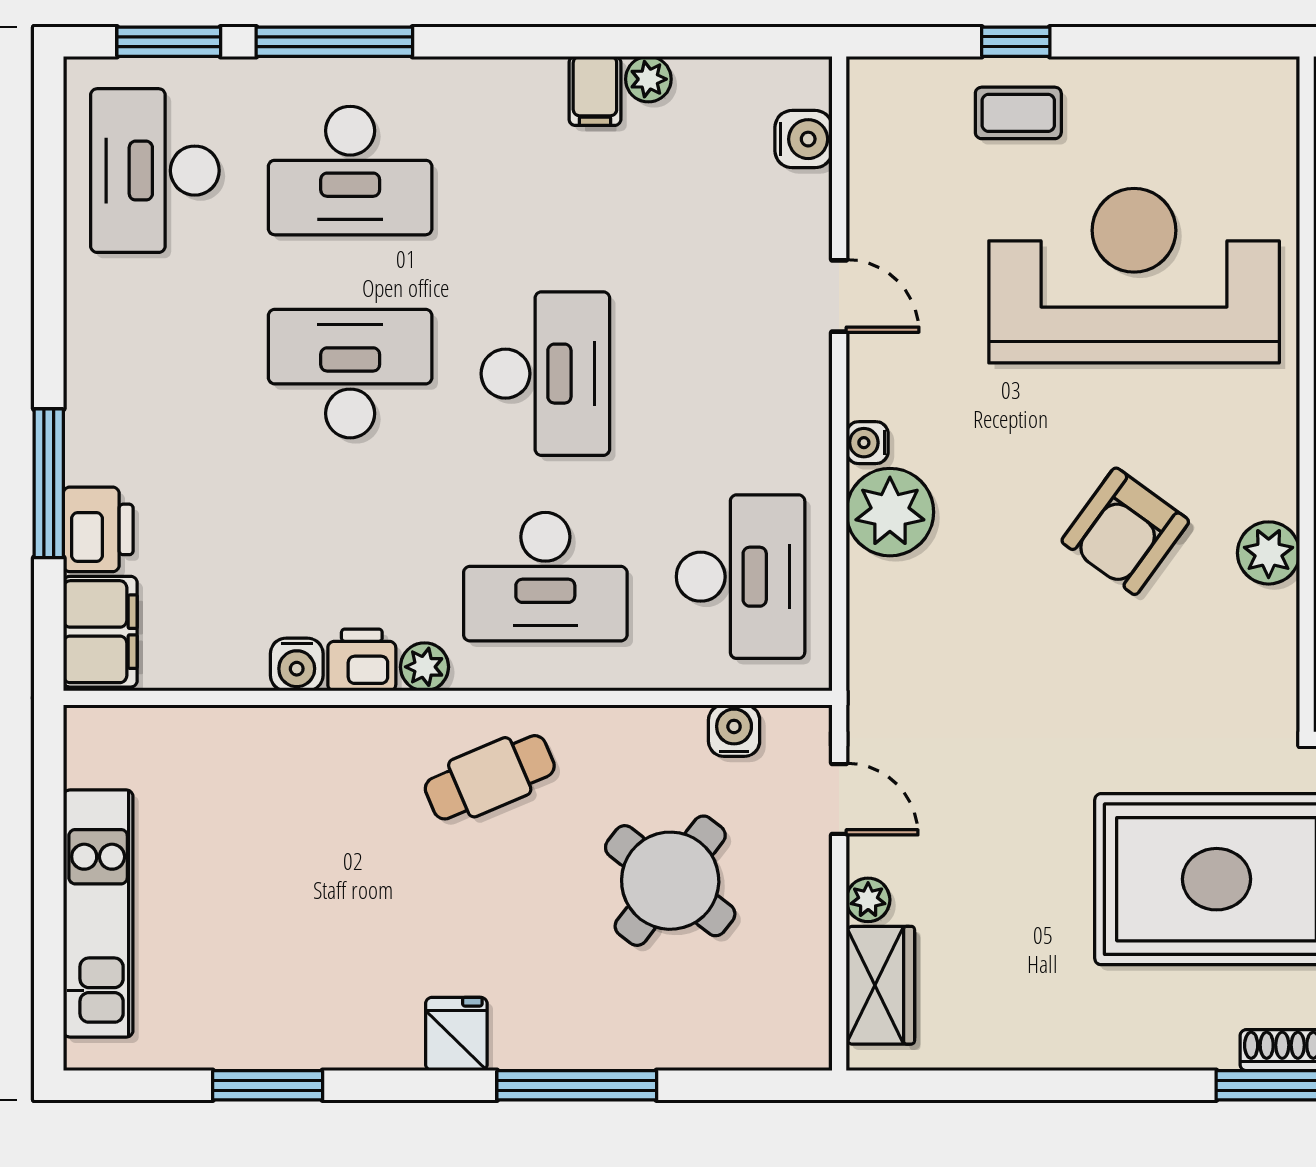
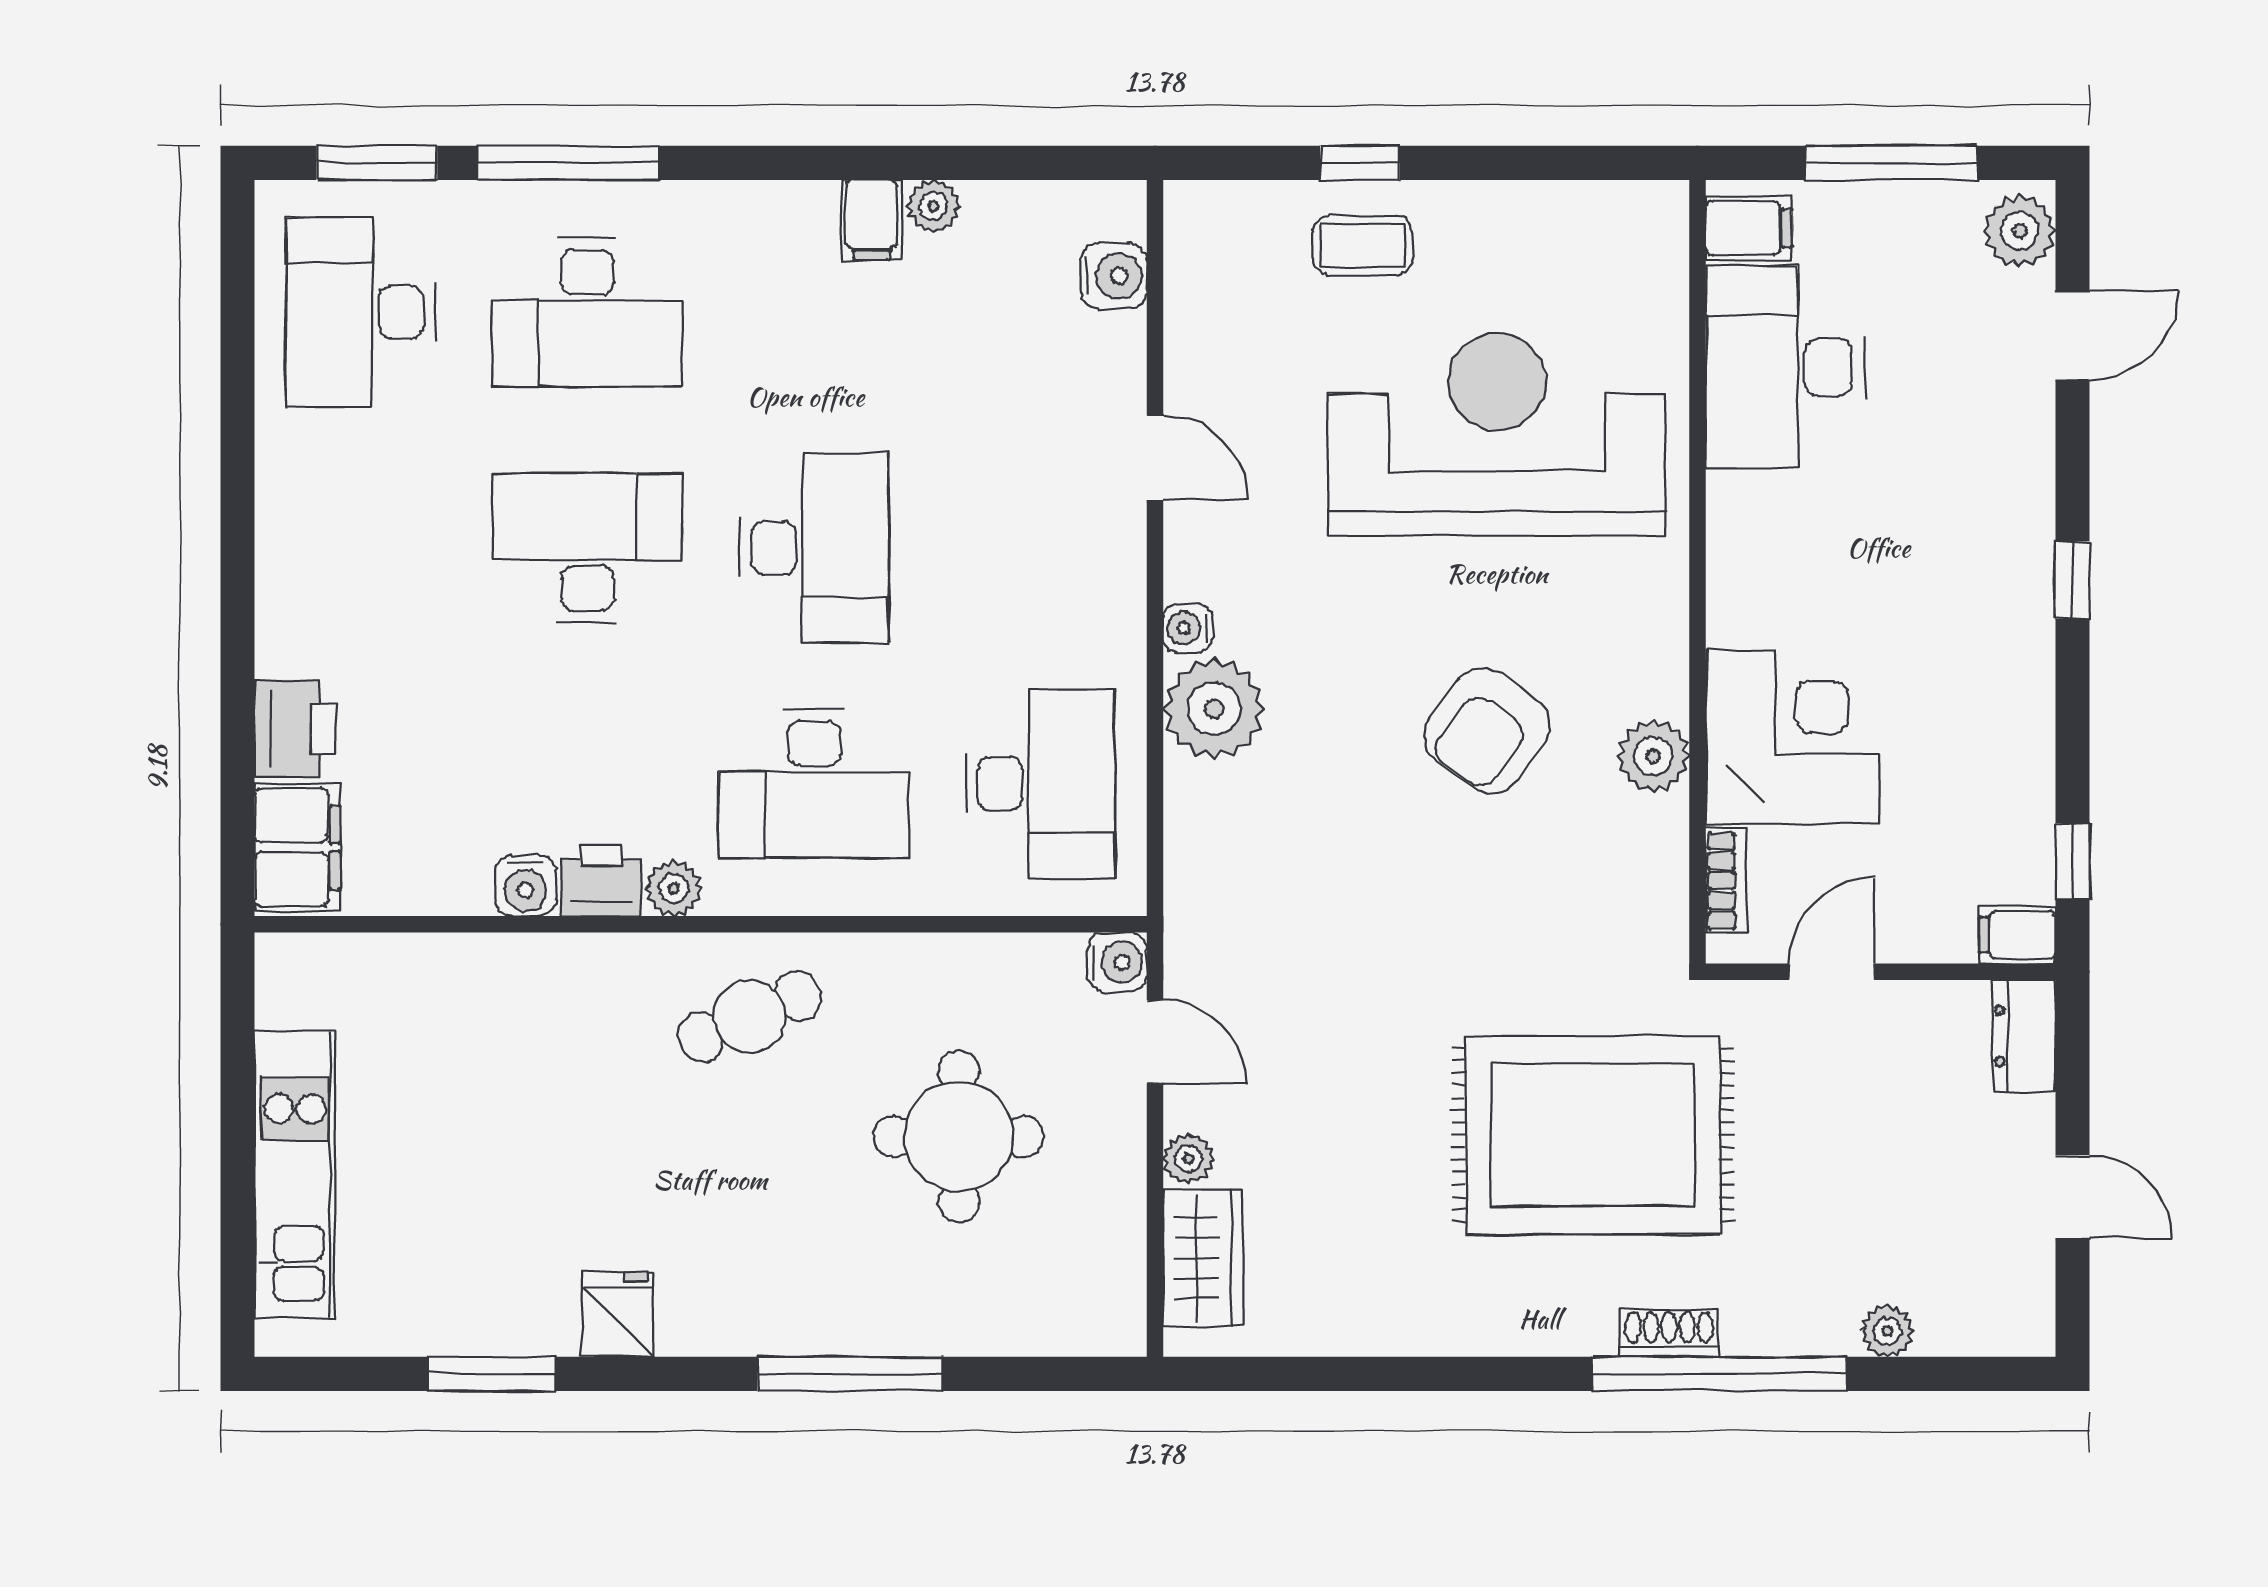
window: (49, 483) -> (237, 675), removed
water cooler: (734, 731) -> (1117, 962), moved, turned 90
round table: (670, 881) -> (959, 1137), turned -38
fridge: (456, 1034) -> (618, 1314), moved

